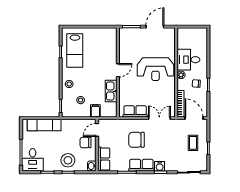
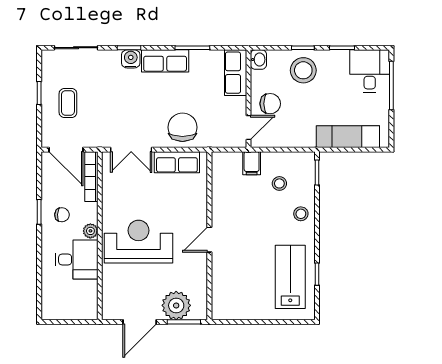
plant: (135, 35) -> (176, 305), added
kitchen sink: (111, 91) -> (222, 201), removed
chair: (137, 140) -> (182, 127), moved, turned -90

